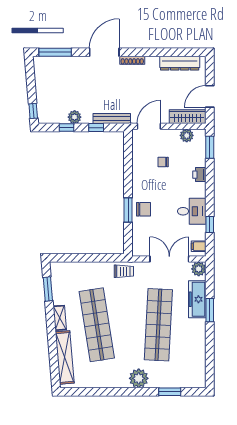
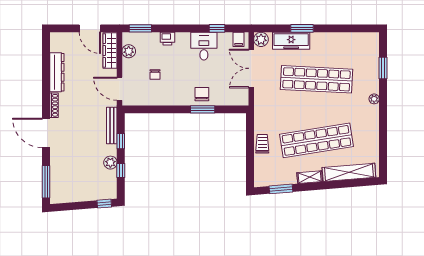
dresser: (180, 63) -> (57, 72), moved
trolley: (124, 271) -> (262, 144), moved
plant: (139, 378) -> (374, 99), width x0.53, depth x0.53

